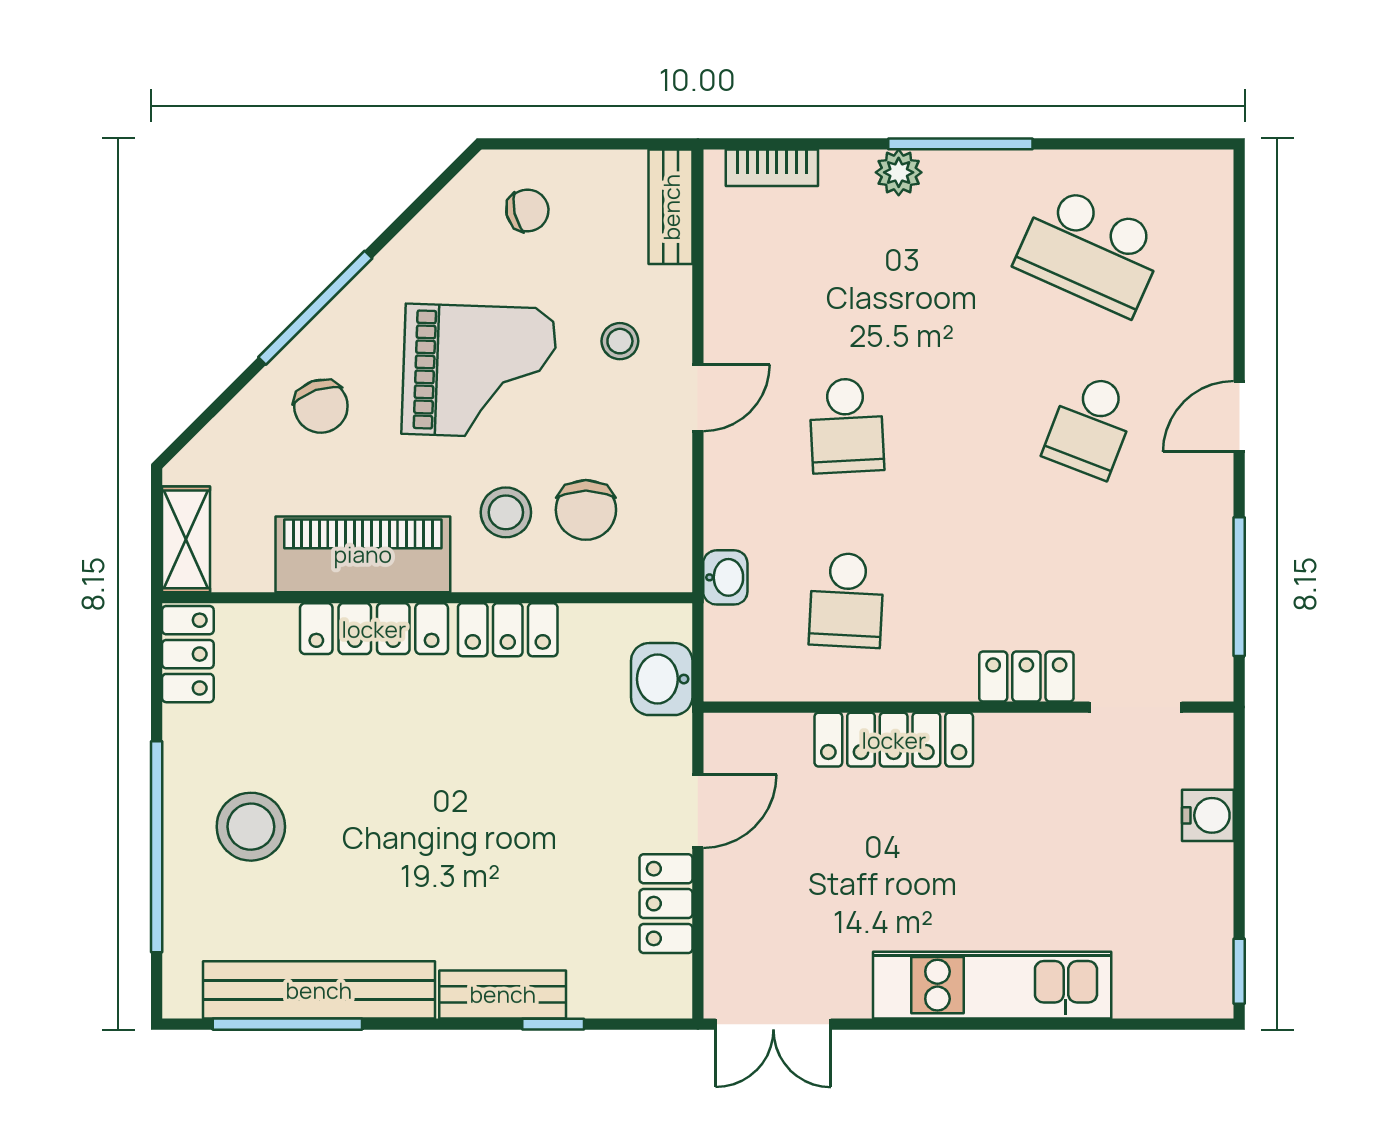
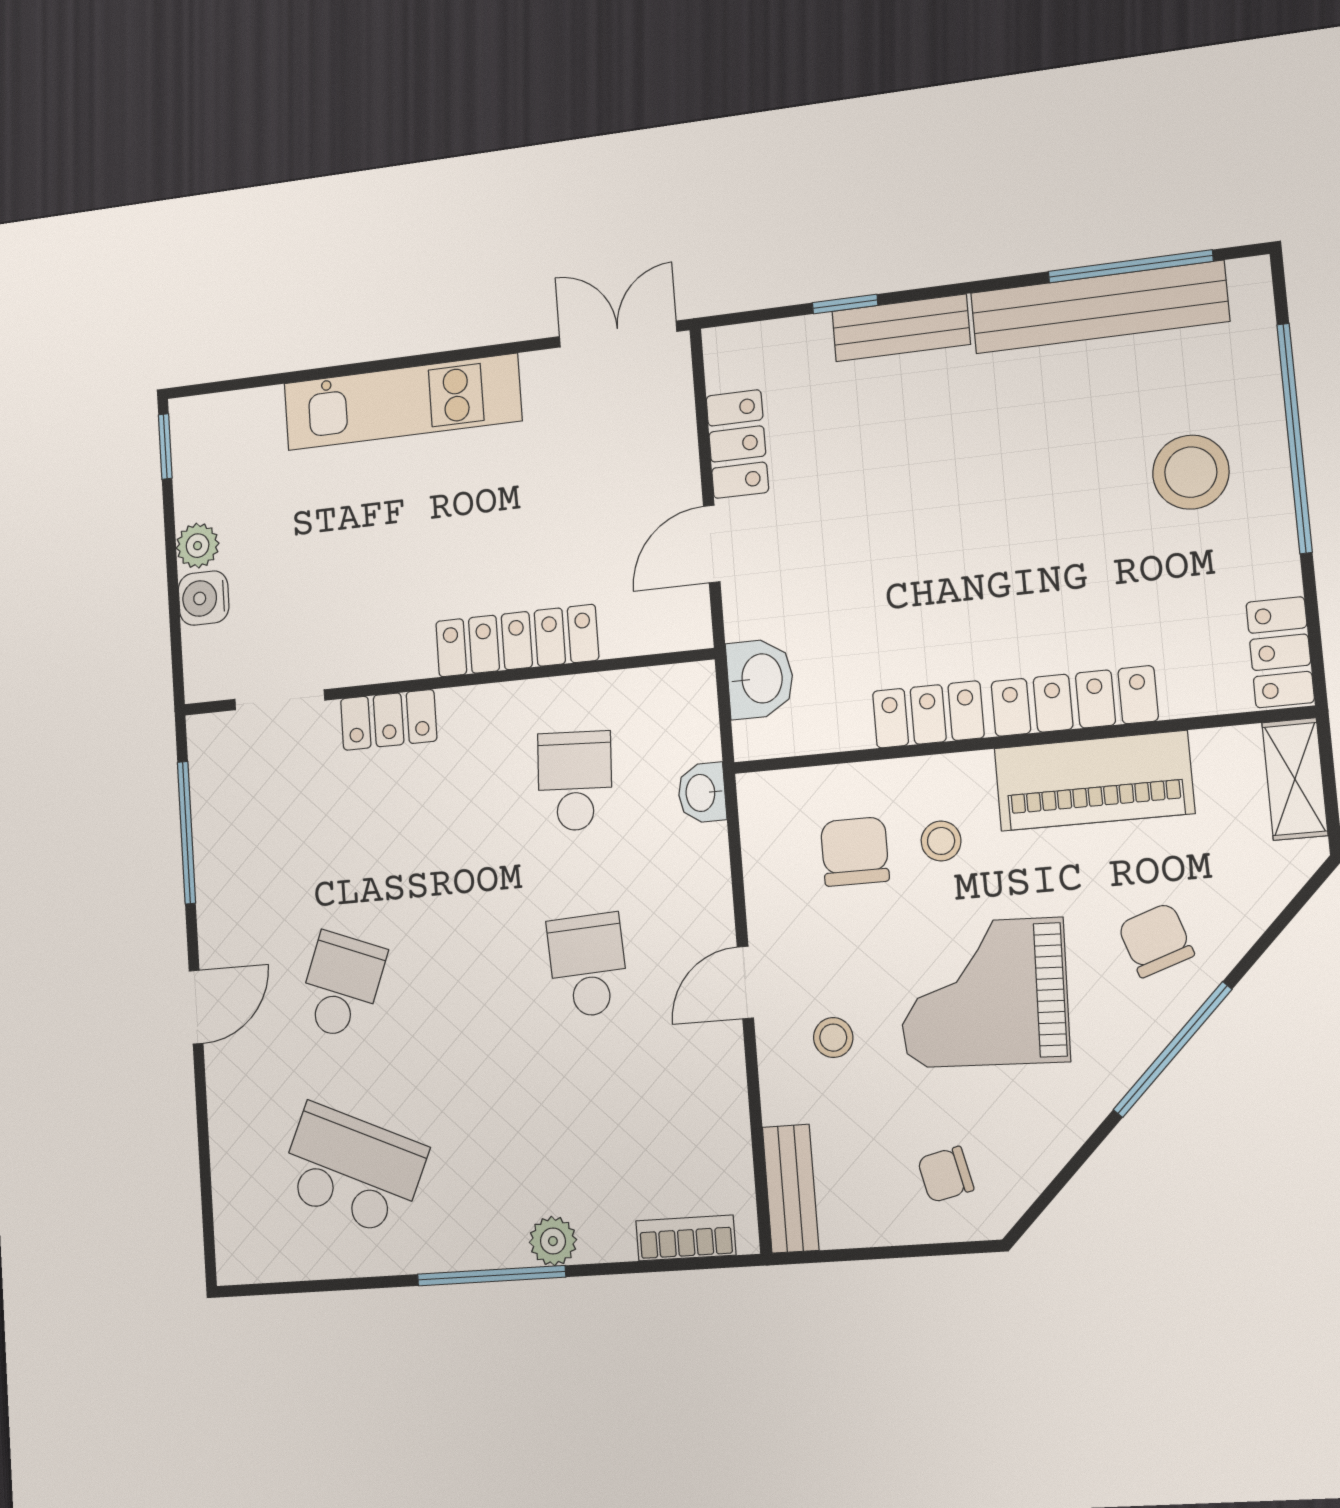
stool: (506, 512) -> (941, 841), width x0.73, depth x0.73
plant: (1211, 868) -> (198, 546), added

